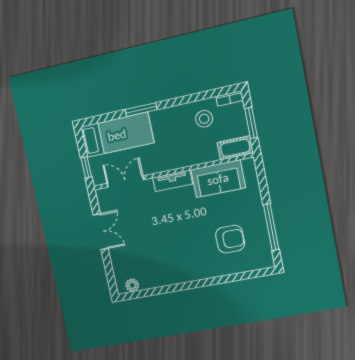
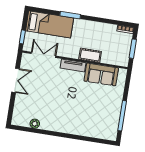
stool: (204, 119) -> (106, 35), removed
cot: (235, 148) -> (90, 55), moved
armchair: (230, 239) -> (95, 114), removed
plant: (132, 285) -> (35, 124), moved

